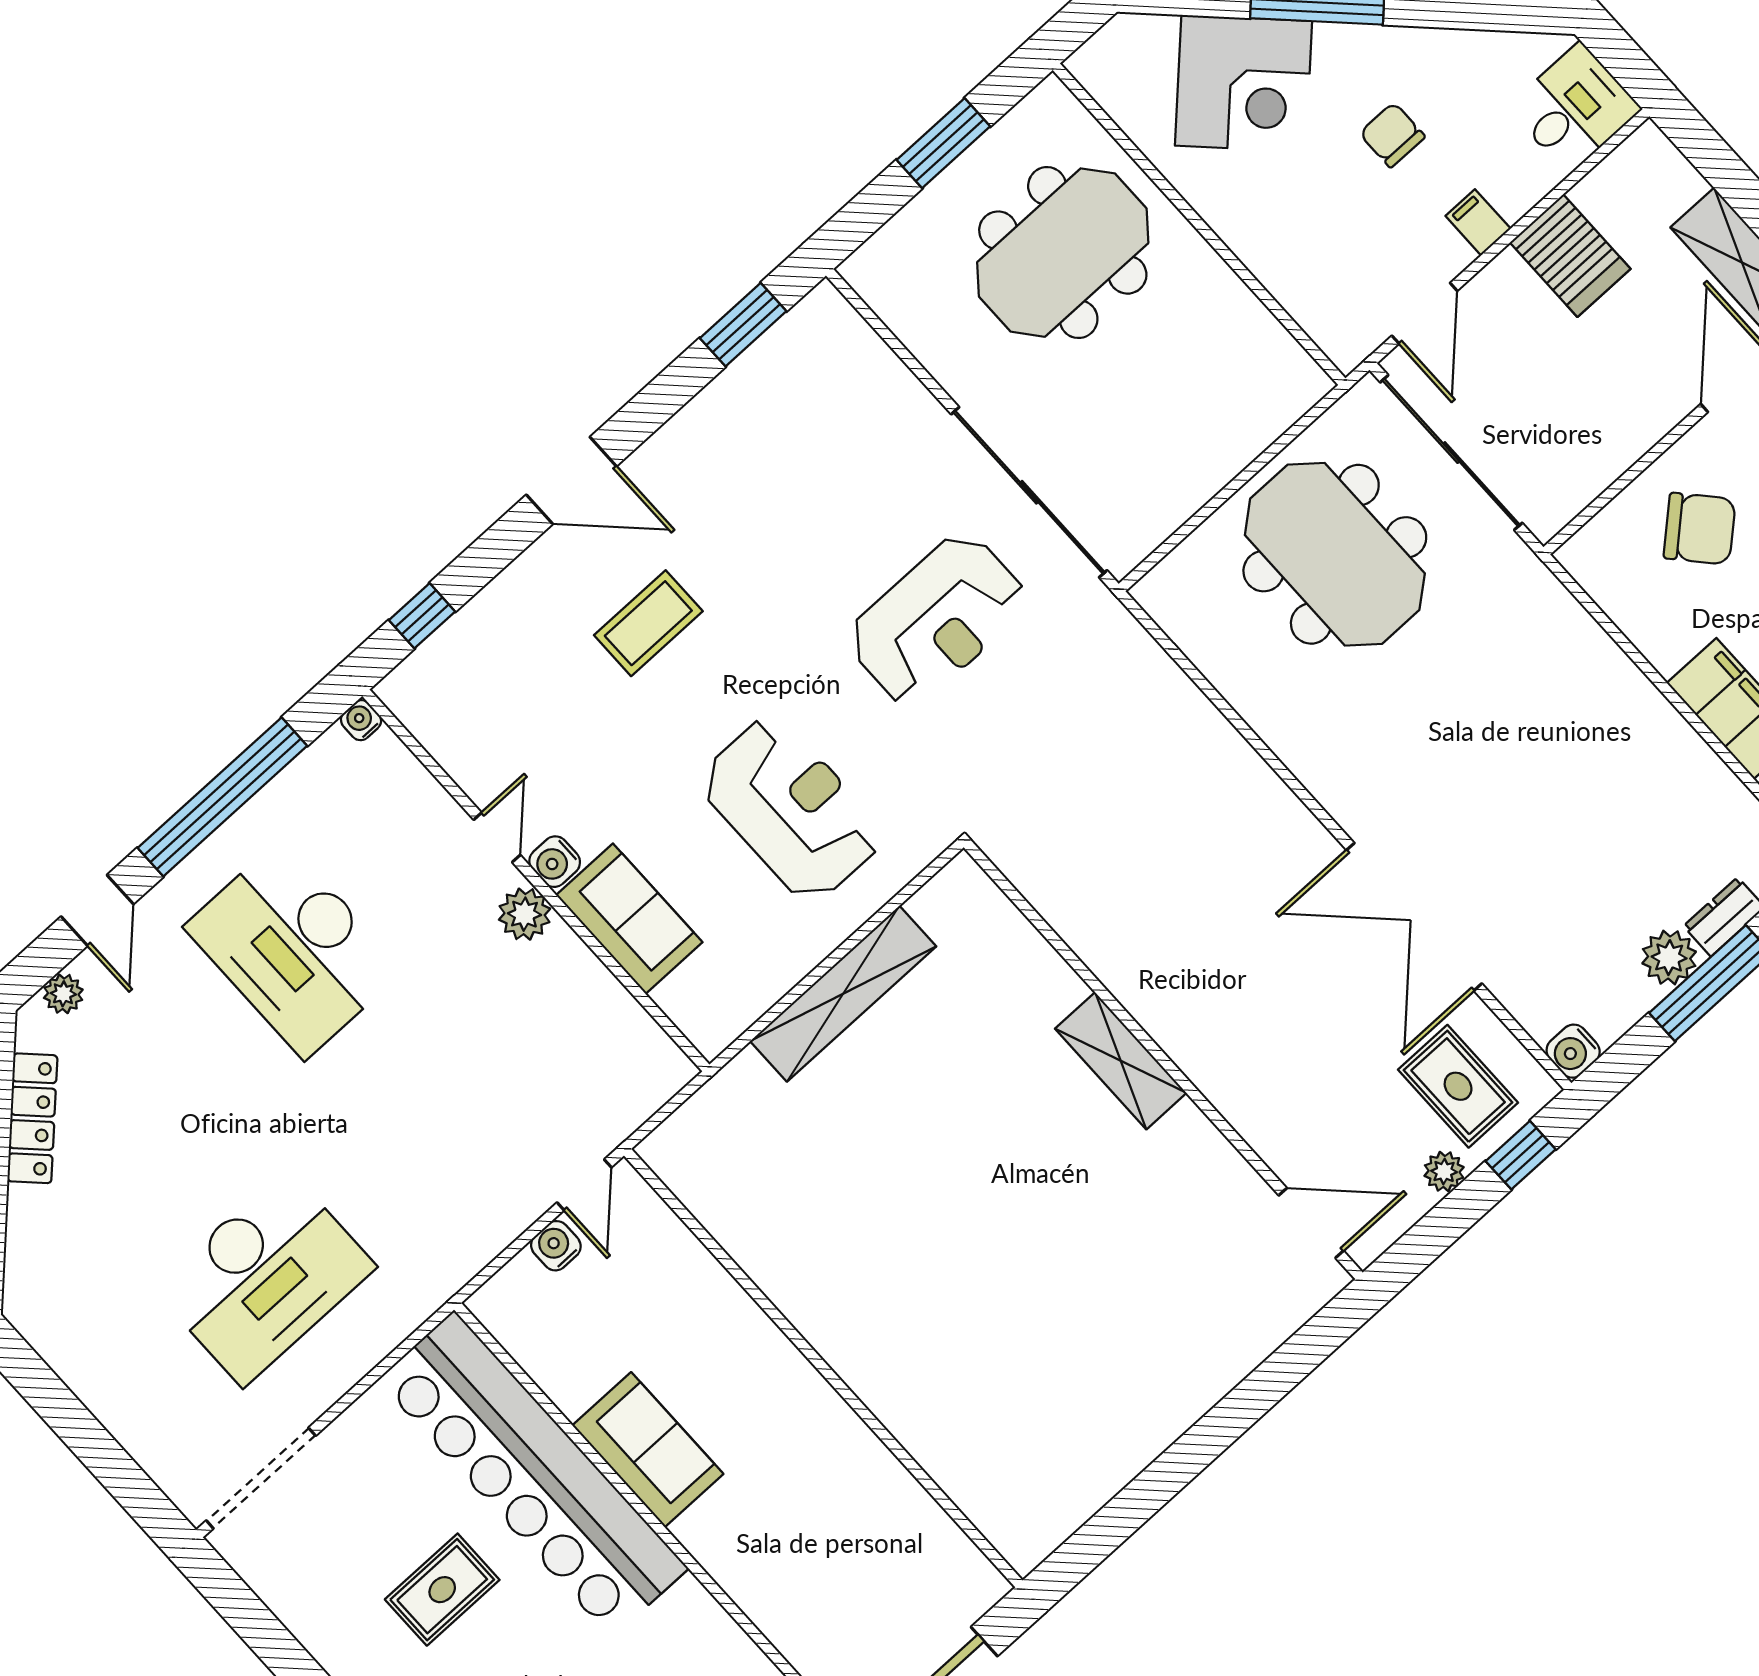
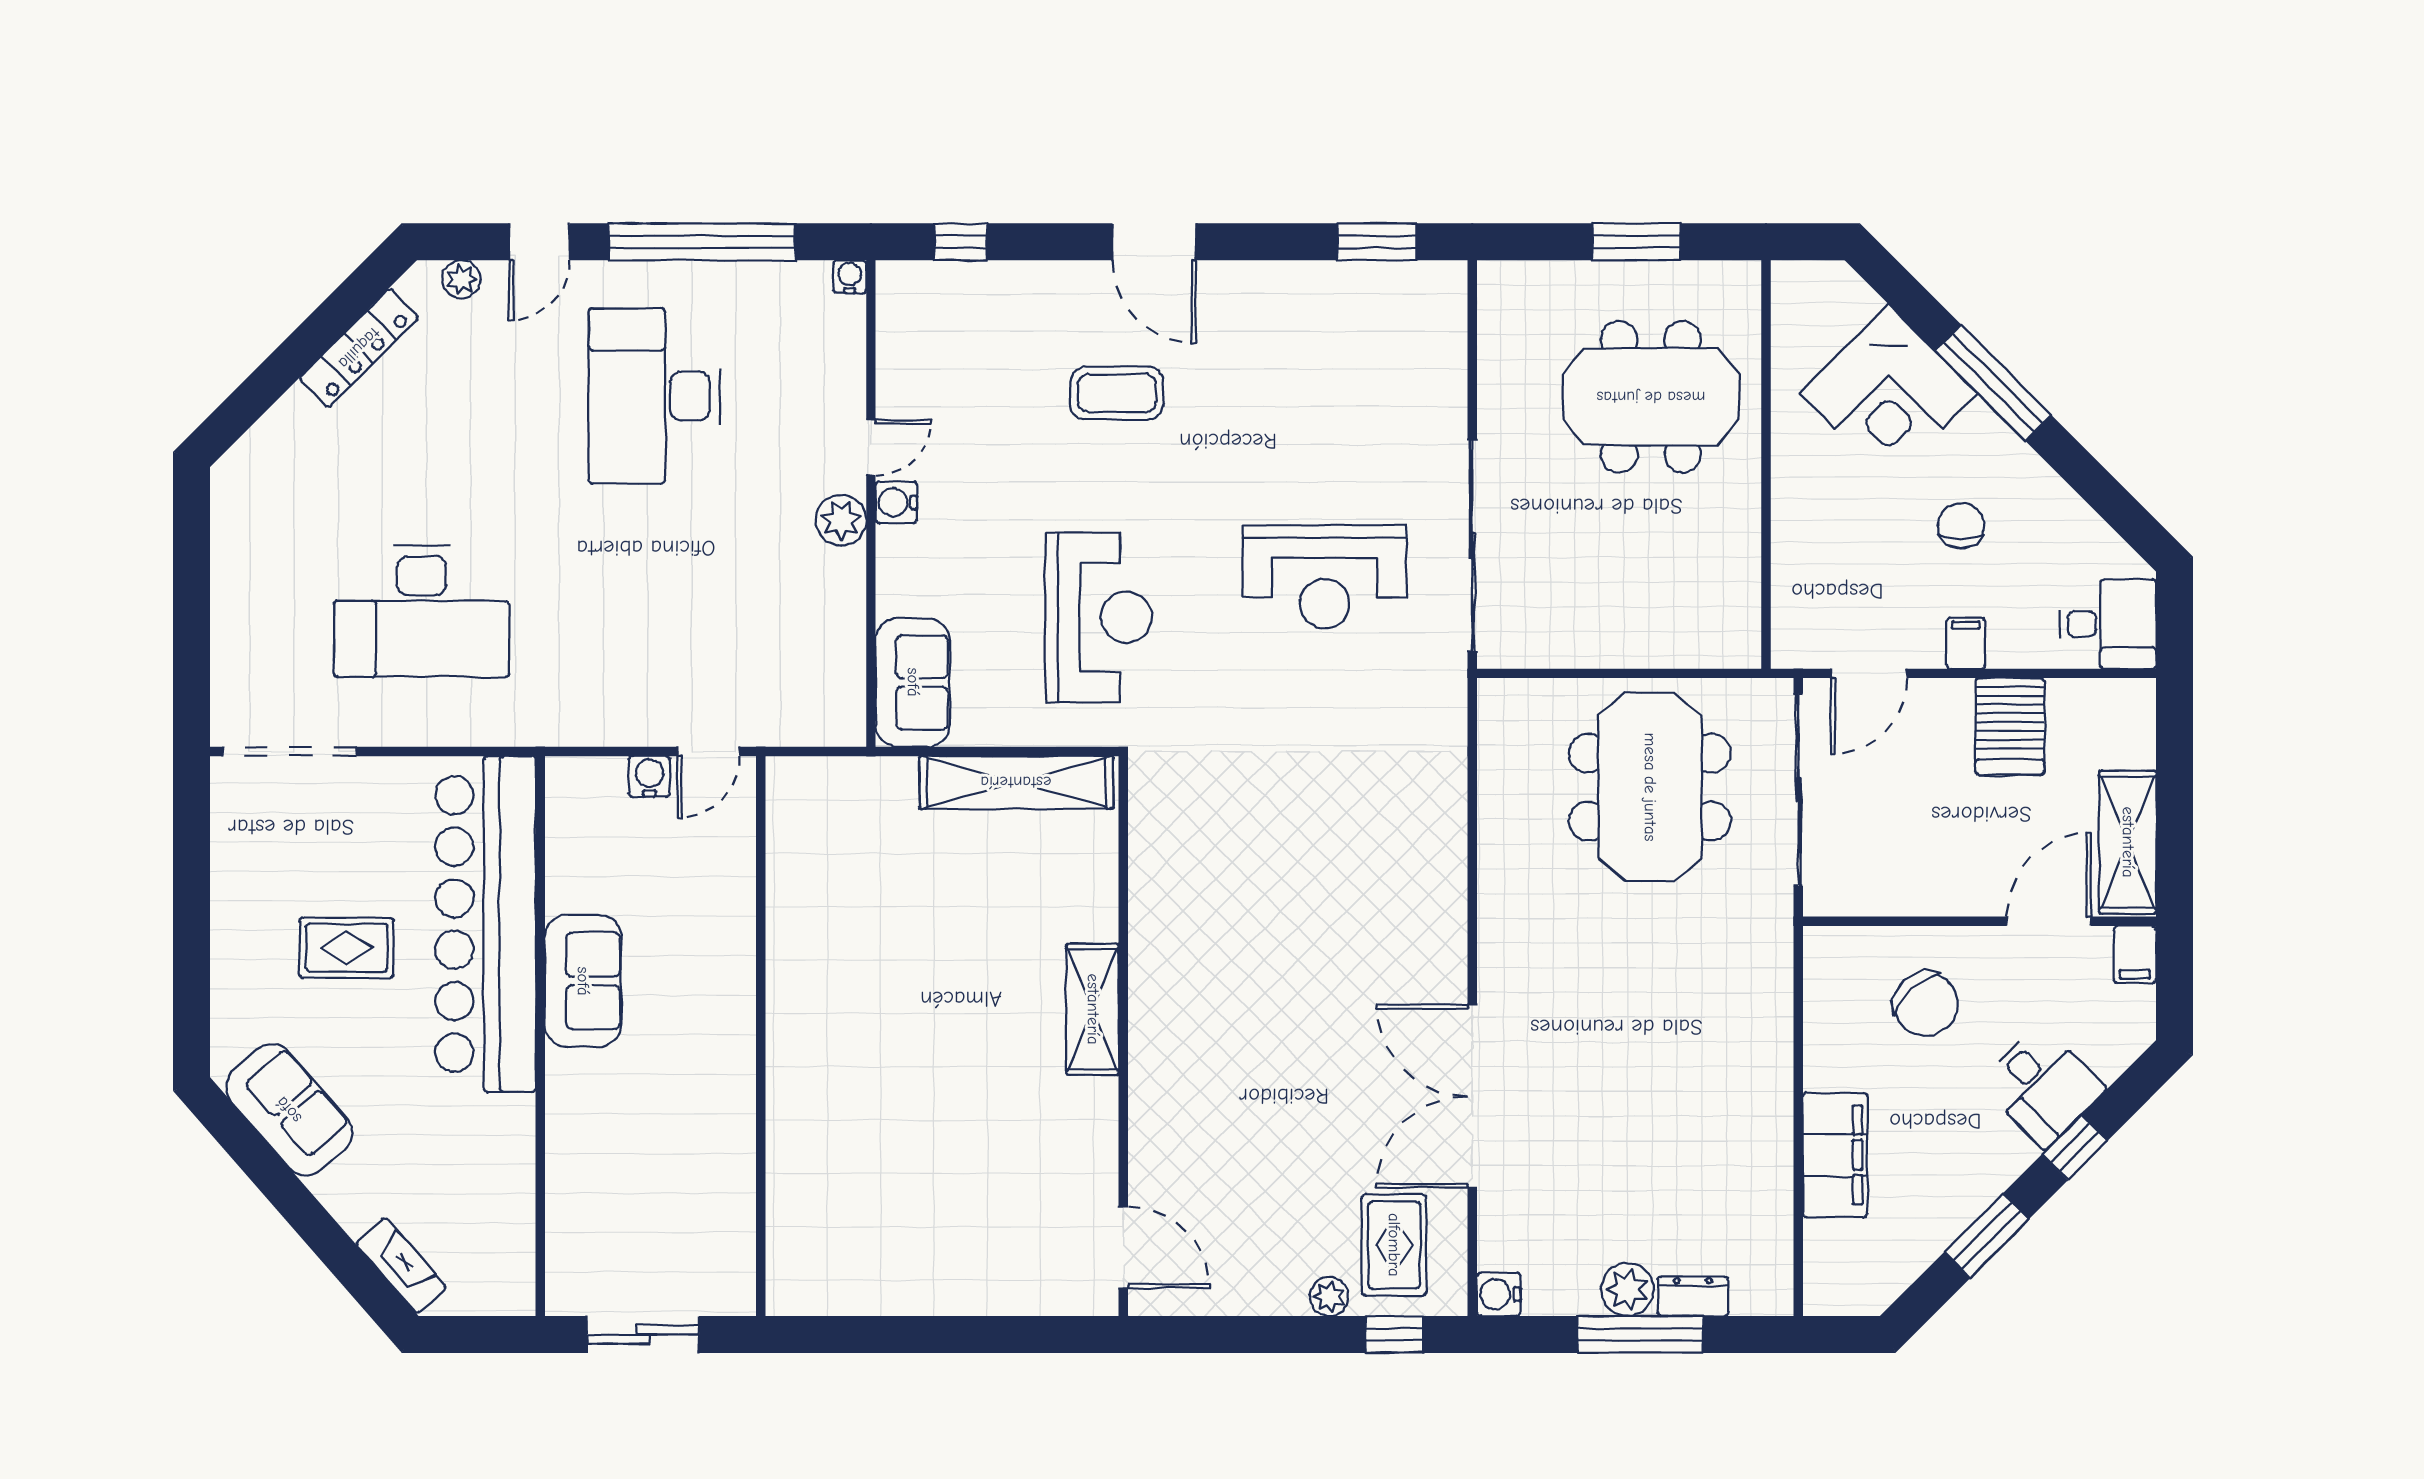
sofa: (629, 919) -> (913, 682), moved
wall: (1163, 1060) -> (1123, 1036), moved
shelving: (1121, 1061) -> (1093, 1009), moved
door: (1311, 1223) -> (1123, 1248), moved

